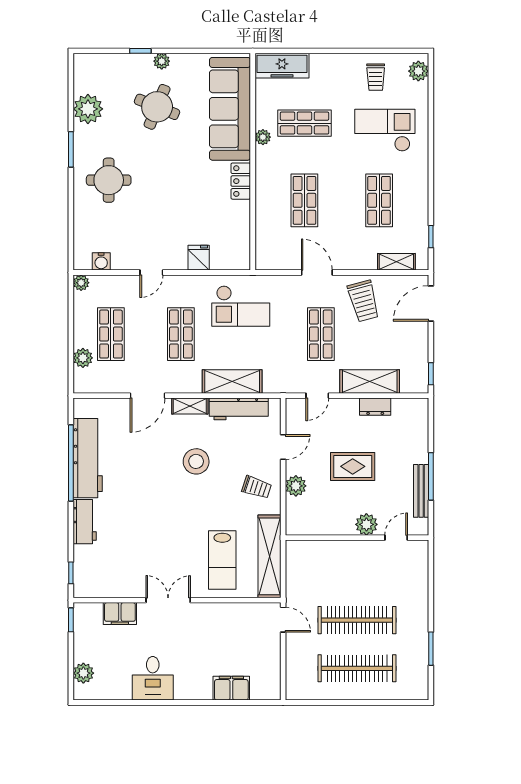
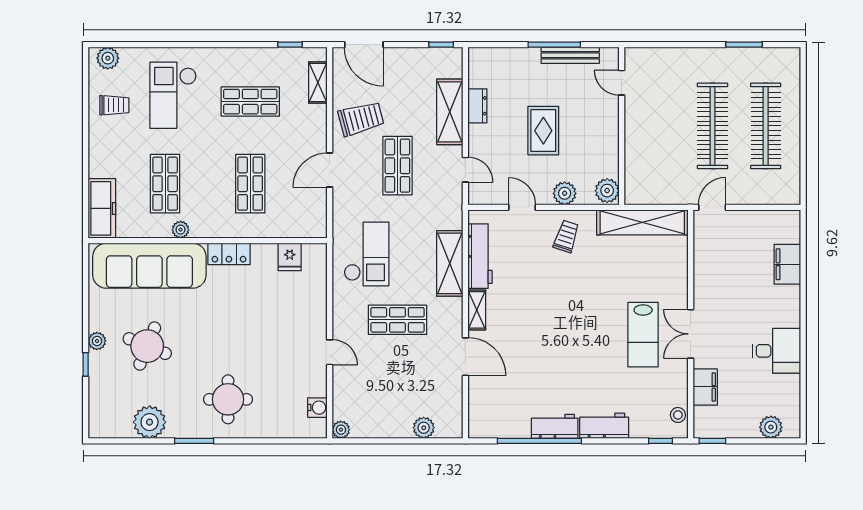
shop shelf: (304, 200) -> (250, 184), turned 90
fridge: (199, 258) -> (290, 257), moved, turned -90
shop shelf: (111, 334) -> (397, 397), removed
shop shelf: (321, 334) -> (397, 166), turned 90
workbench: (88, 458) -> (555, 426), width x0.53, depth x0.76
stool: (196, 461) -> (678, 415), moved, width x0.53, depth x0.53
plant: (366, 524) -> (607, 191), moved
lab bench: (222, 560) -> (643, 335), moved, turned 90

